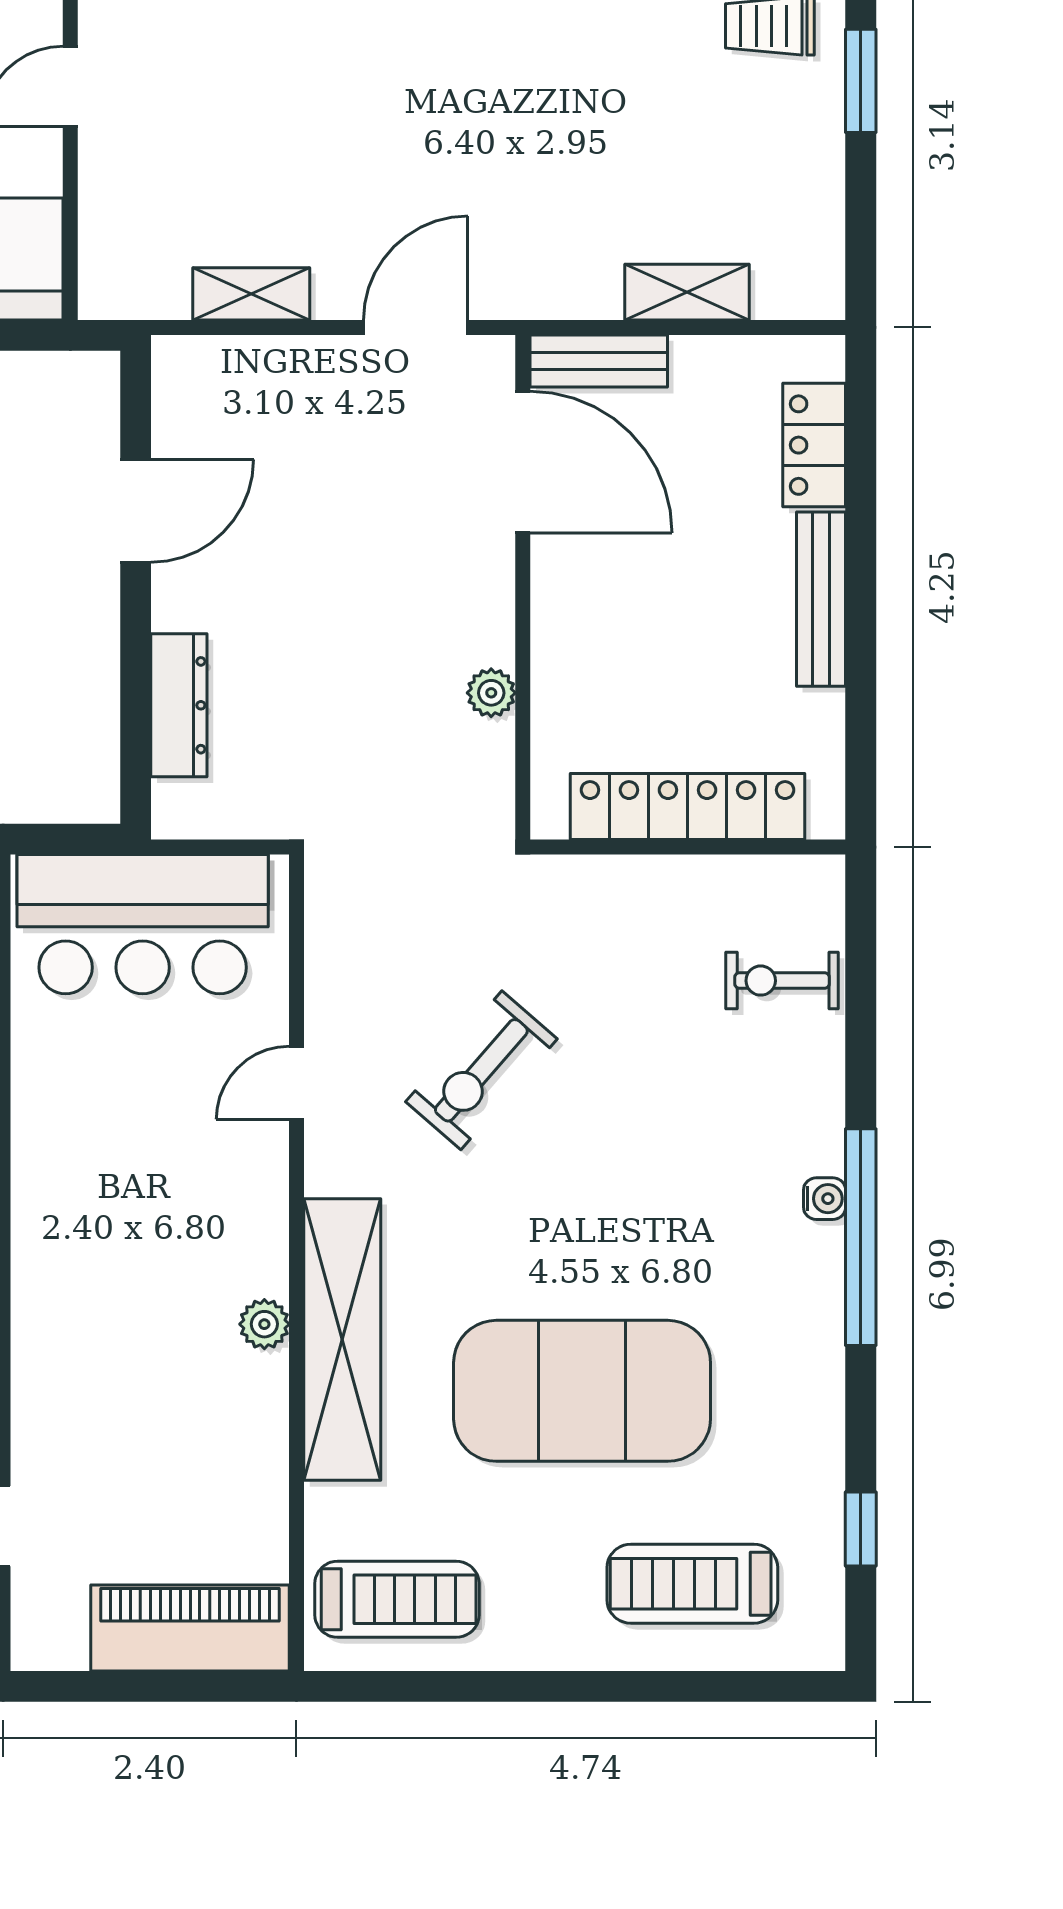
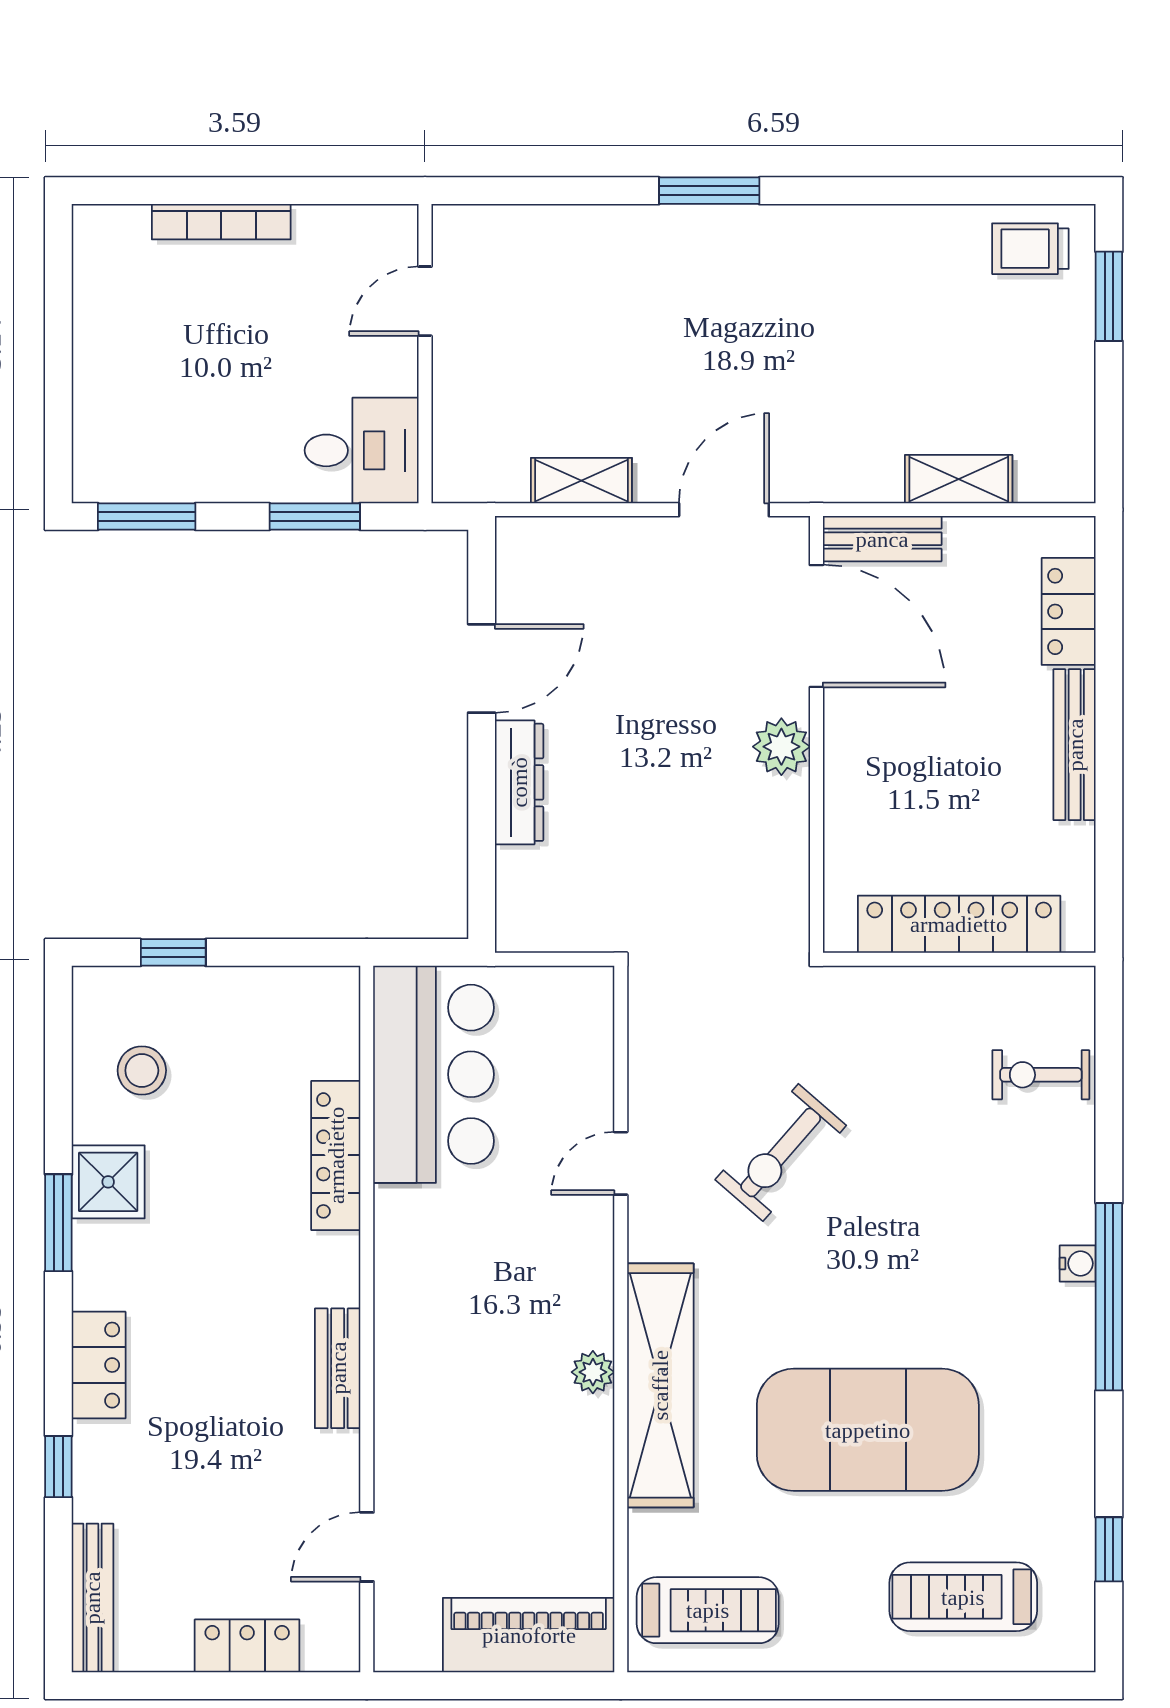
plant: (491, 693) -> (781, 747), moved, width x1.38, depth x1.38
dresser: (179, 705) -> (519, 782), moved
bar counter: (143, 924) -> (434, 1074), moved, turned -90

